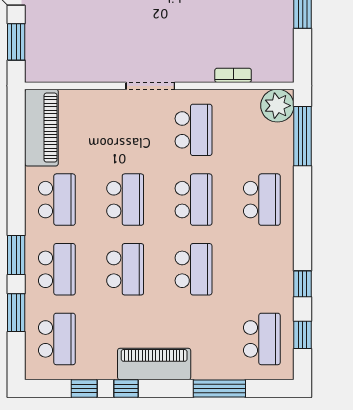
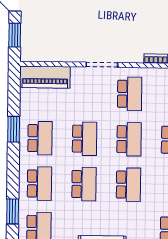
piano: (41, 128) -> (45, 77), moved, turned 90
window: (16, 255) -> (14, 129), moved

